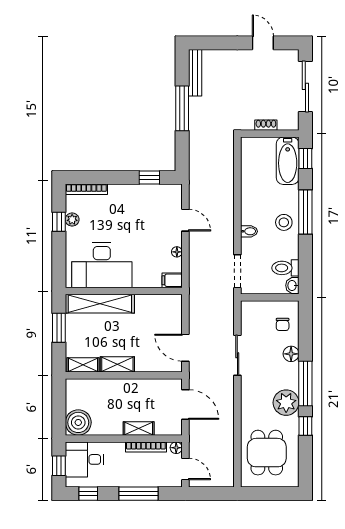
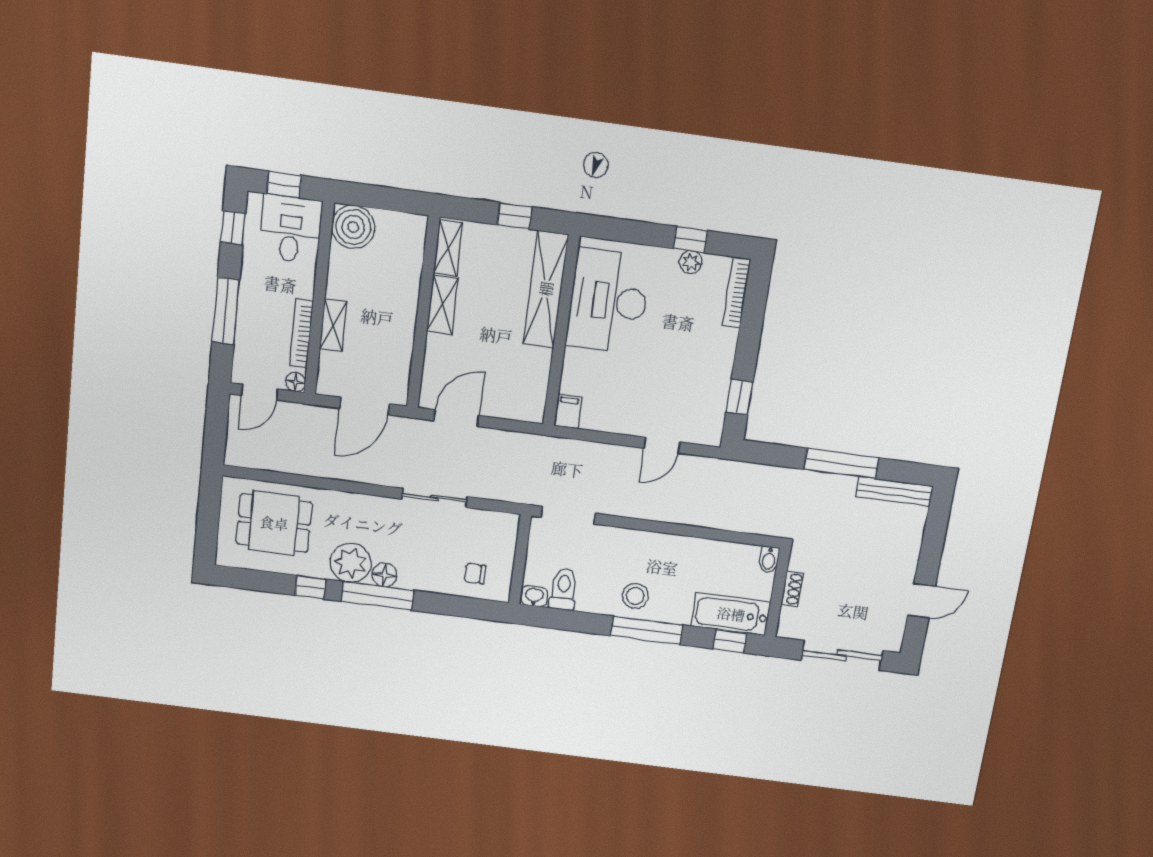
bidet: (249, 231) -> (769, 560), moved
floor lamp: (177, 252) -> (613, 425), removed
window: (59, 328) -> (515, 216), width x0.67
floor lamp: (291, 354) -> (384, 575), moved

